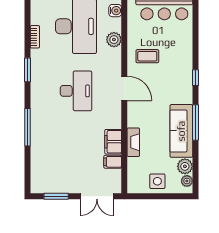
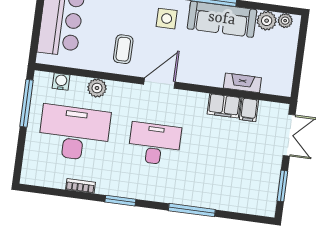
fireplace: (133, 142) -> (242, 83), moved
side table: (157, 181) -> (167, 19), moved

